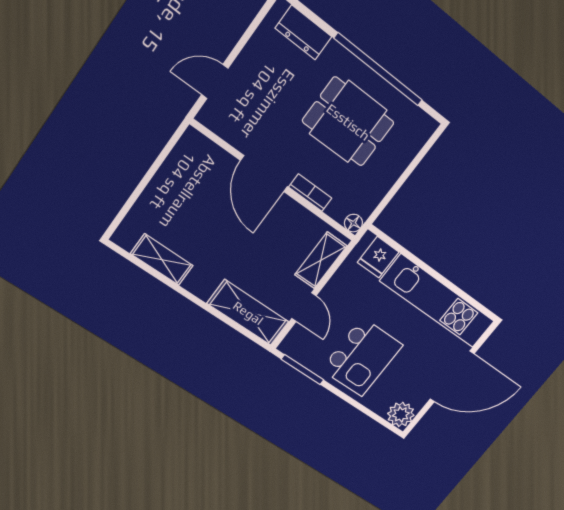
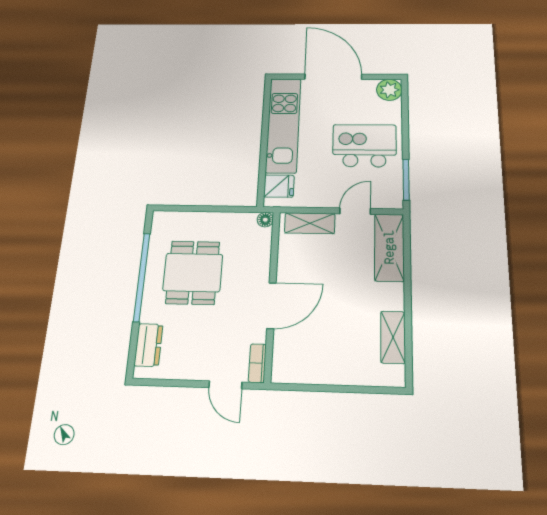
bookcase: (310, 193) -> (257, 363), moved

